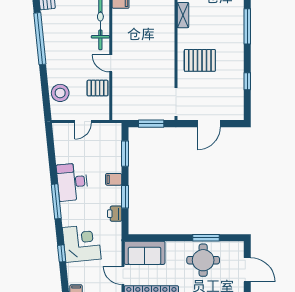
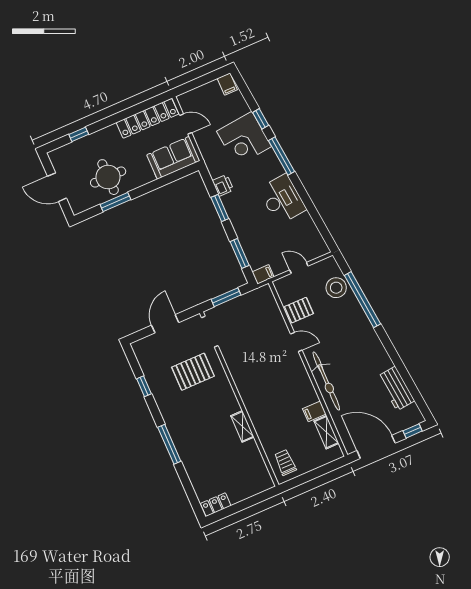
window: (40, 39) -> (362, 300), moved
pallet: (200, 60) -> (193, 372), moved
door: (83, 122) -> (299, 268), hinge flipped
filing cabinet: (114, 179) -> (263, 274), moved
window: (56, 201) -> (281, 156), moved

